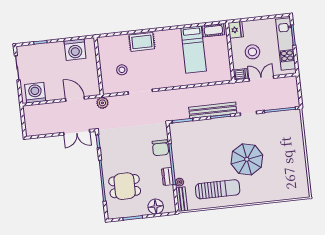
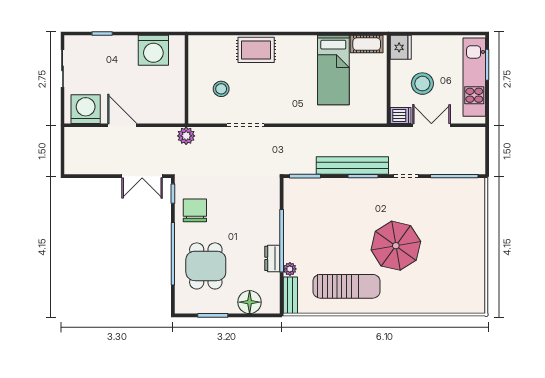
door: (75, 99) -> (122, 125), moved
chair: (160, 148) -> (195, 210), moved, turned 180
dining table: (125, 186) -> (206, 266), turned 90

